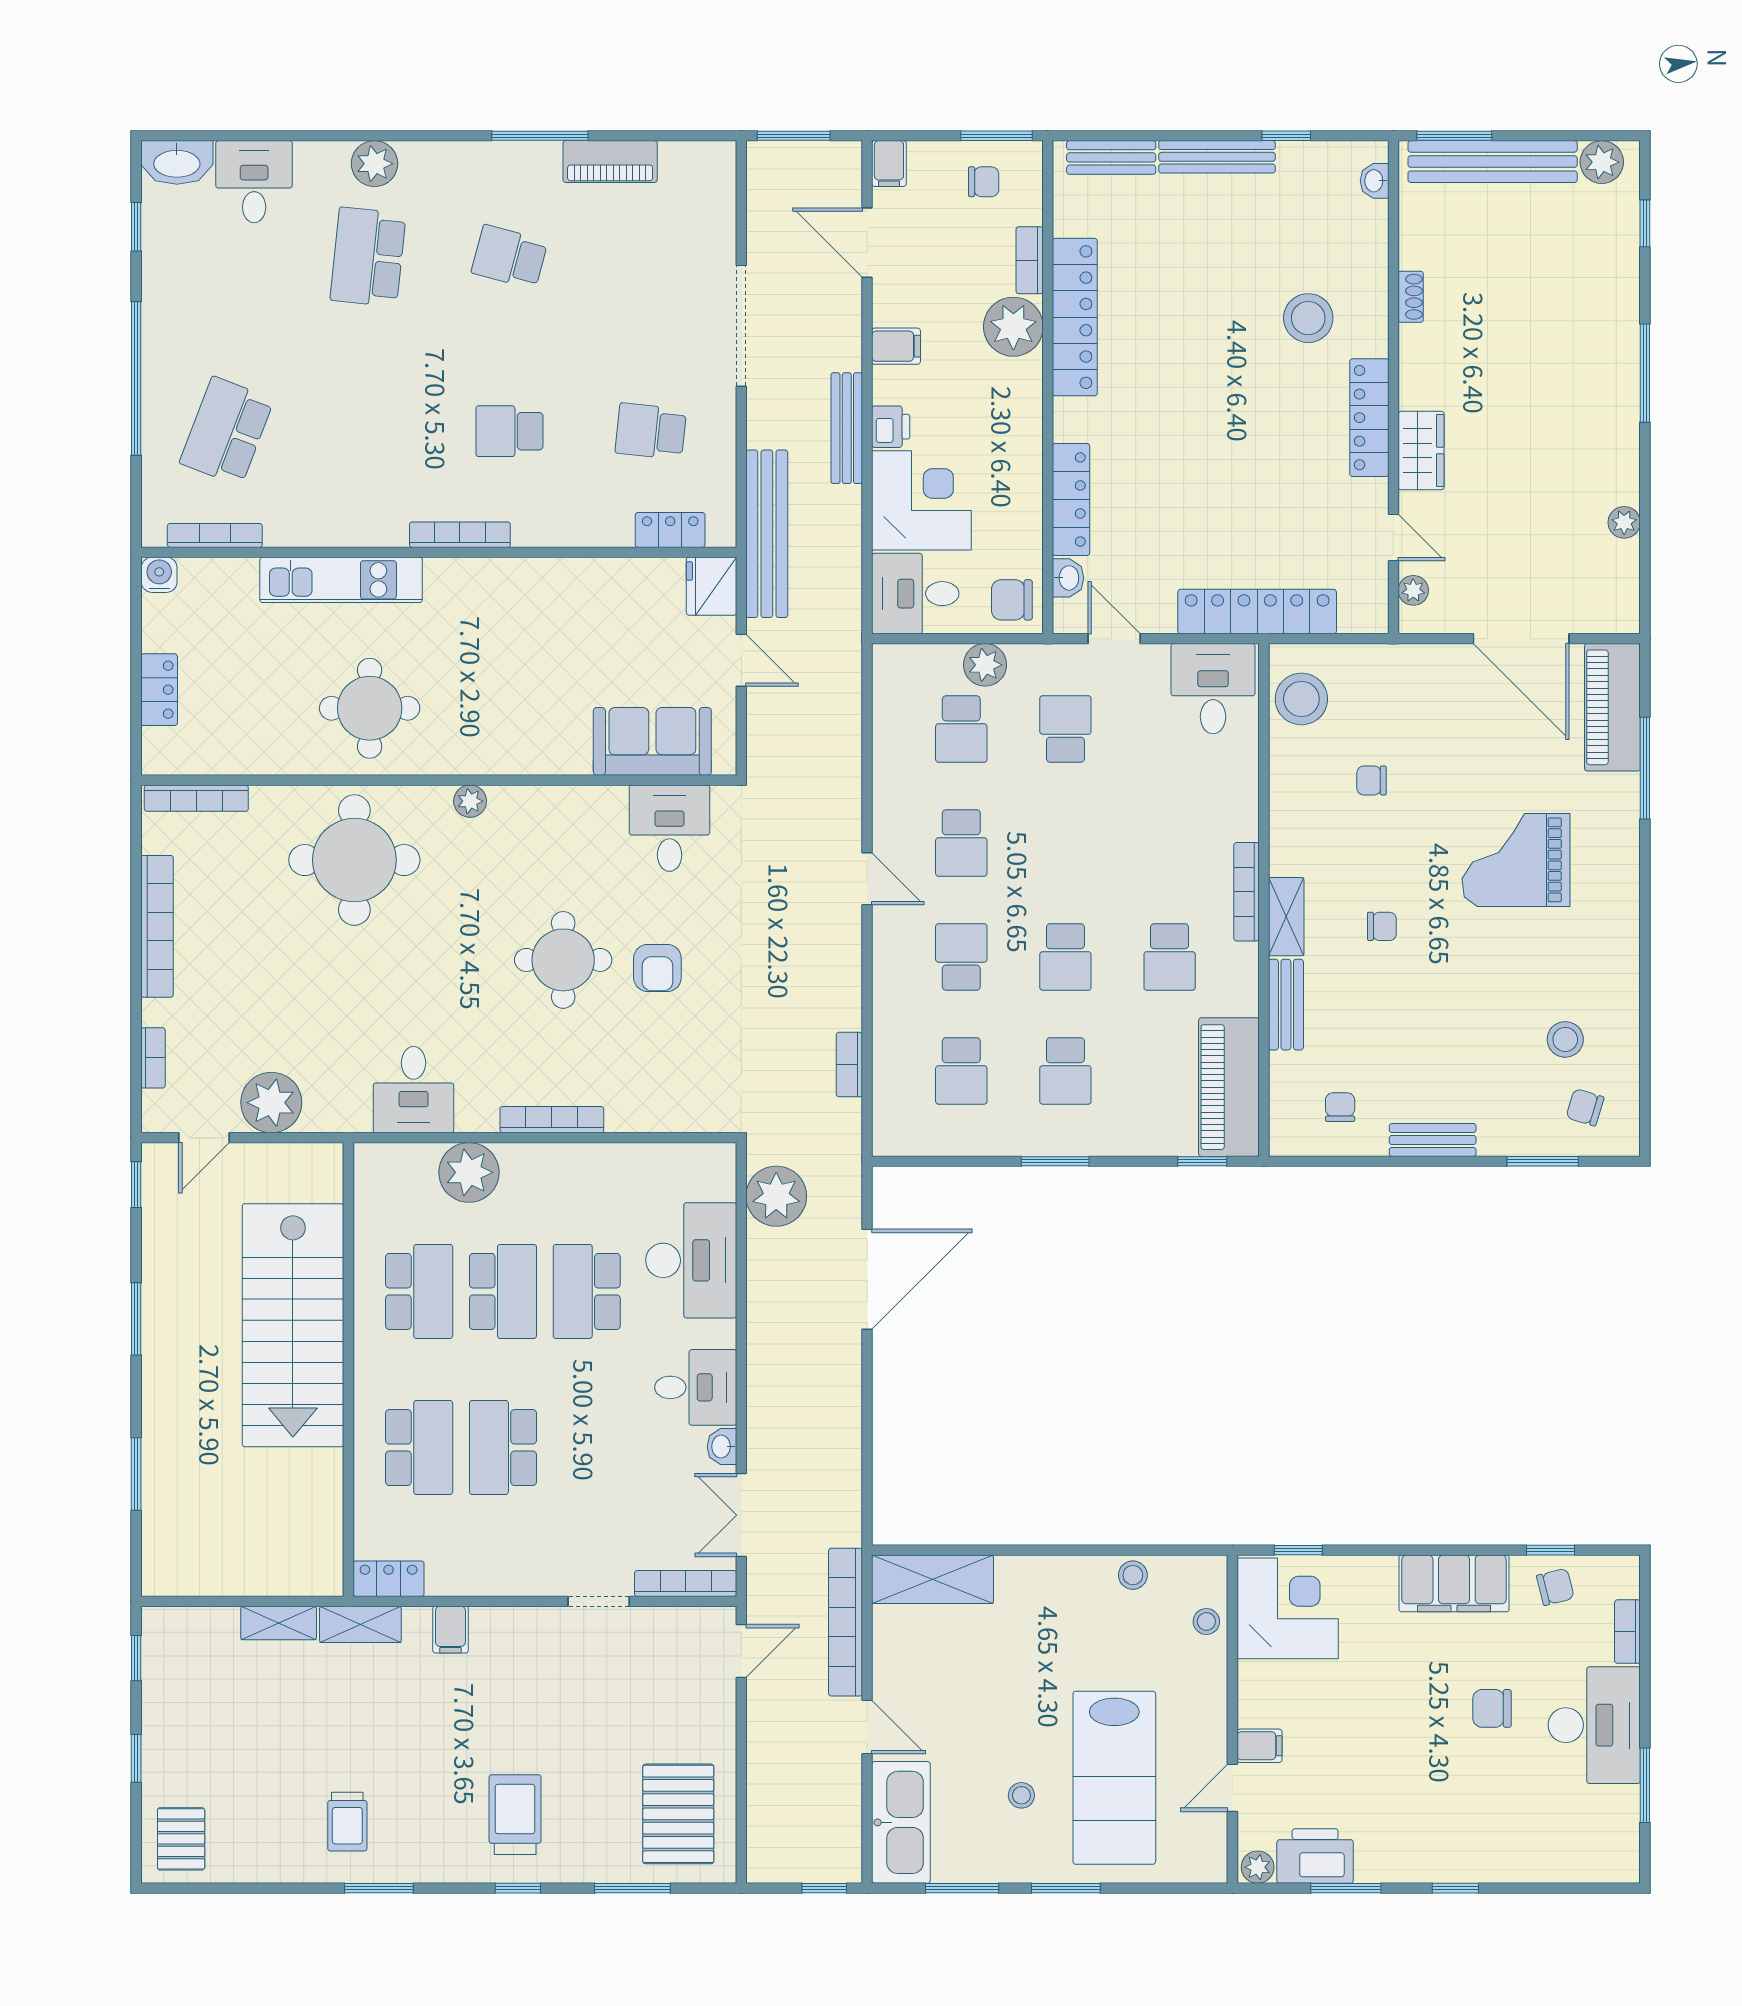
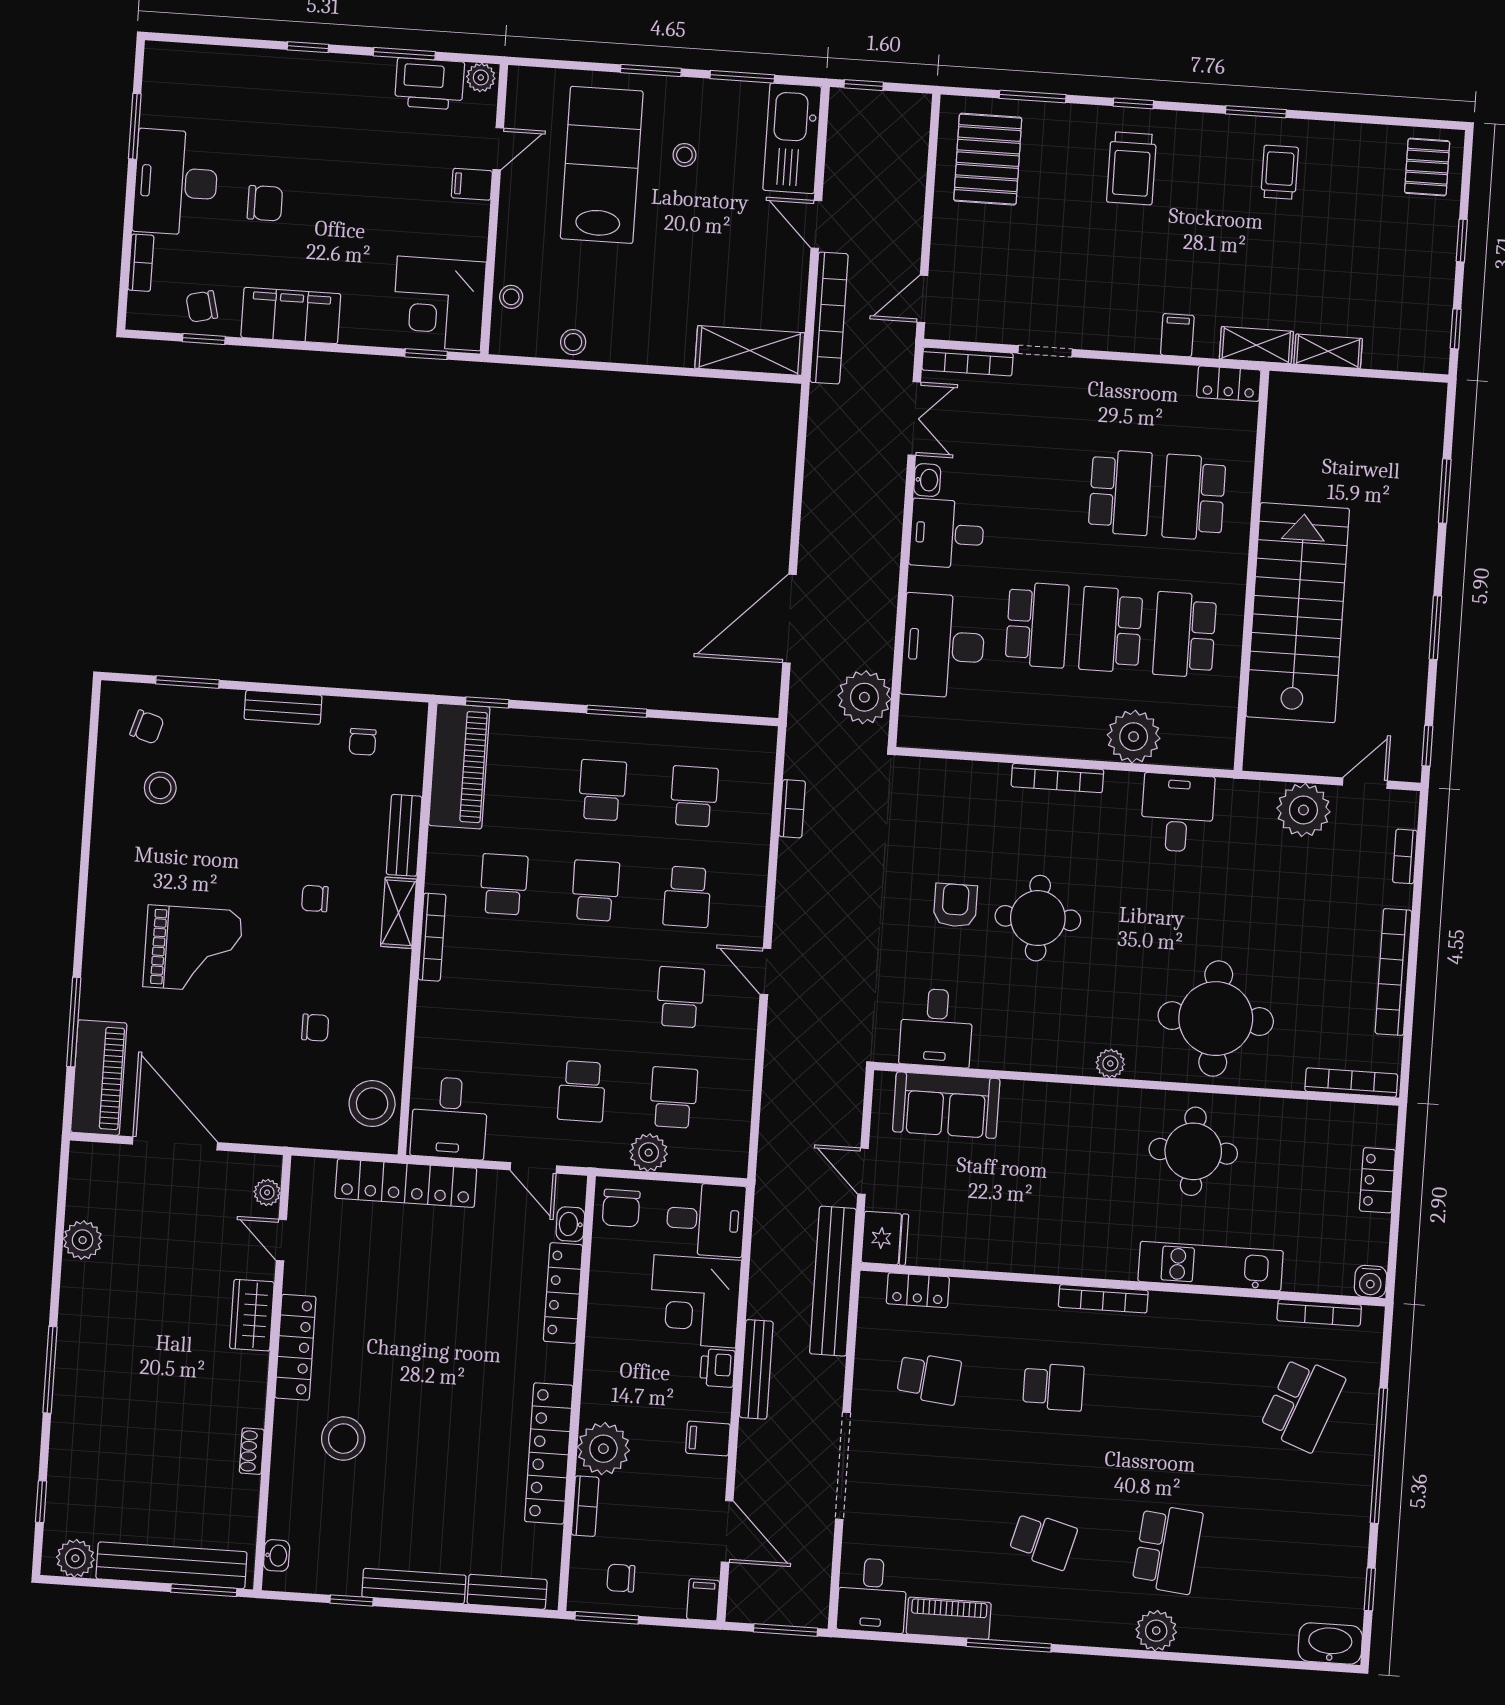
desk: (254, 182) -> (872, 1595), moved
plant: (1624, 522) -> (83, 1240), width x1.38, depth x1.38
chair: (1012, 600) -> (621, 1208), turned 90

